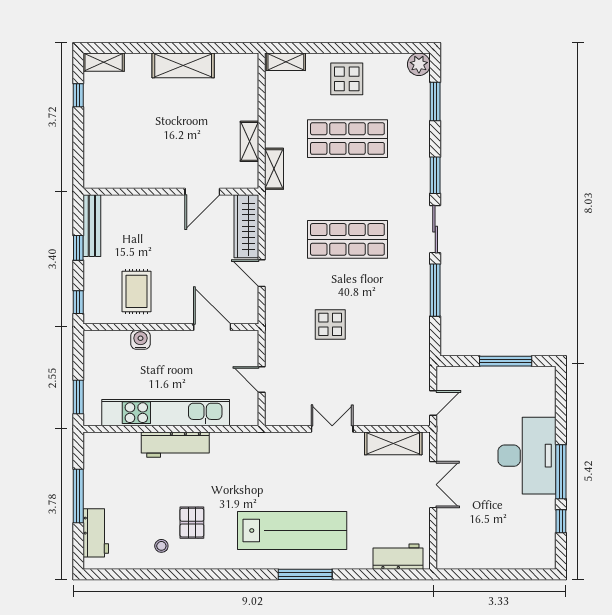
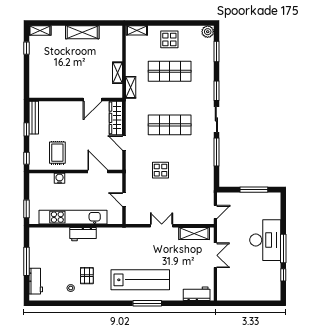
workbench: (175, 445) -> (83, 234), width x0.73

